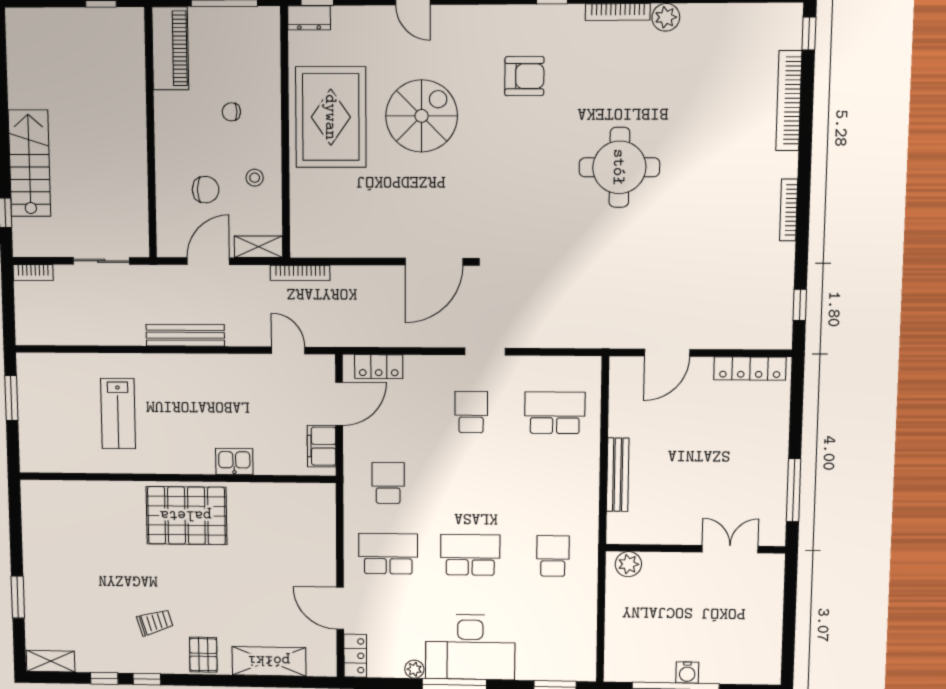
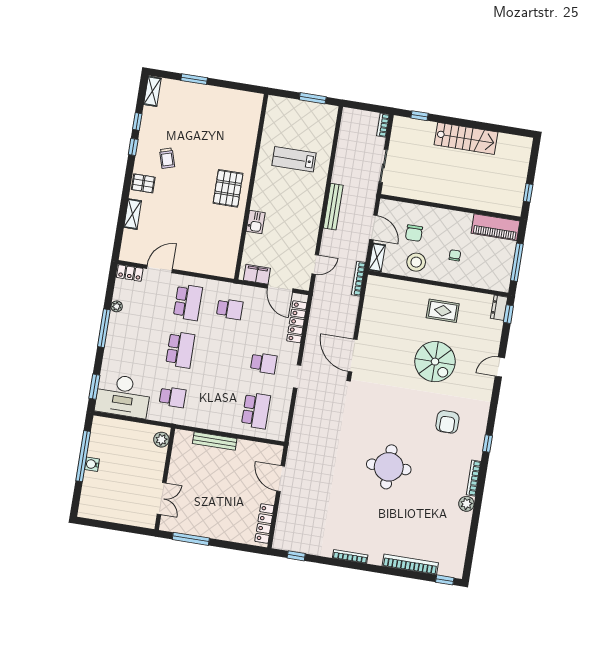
rug: (331, 117) -> (443, 311), width x0.54, depth x0.49
stairs: (29, 163) -> (466, 138), moved
stool: (255, 178) -> (416, 262), width x1.89, depth x1.89
locker: (379, 367) -> (297, 322), width x1.53
pallet: (186, 516) -> (228, 188), width x0.73, depth x0.71
desk: (470, 647) -> (123, 396), moved, turned -90
shelving: (269, 661) -> (133, 214), width x0.67, depth x0.75

